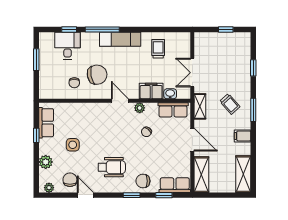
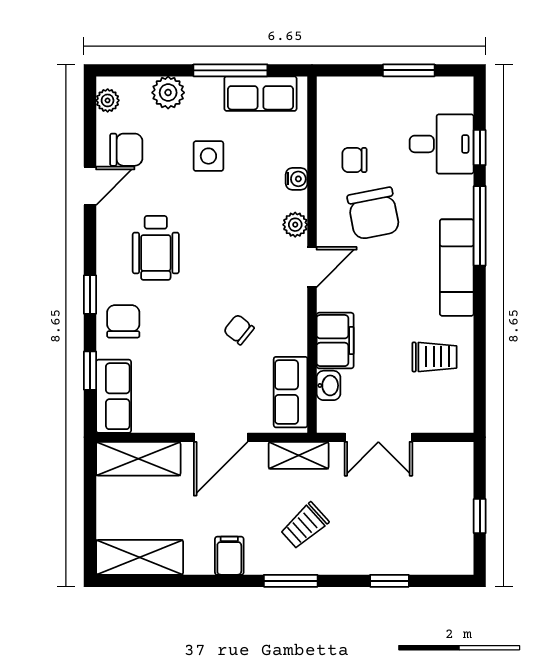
double door: (192, 73) -> (378, 437), swing flipped
water cooler: (82, 107) -> (297, 179), added
plant: (140, 108) -> (295, 225), moved
window: (36, 135) -> (230, 70), width x2.17

